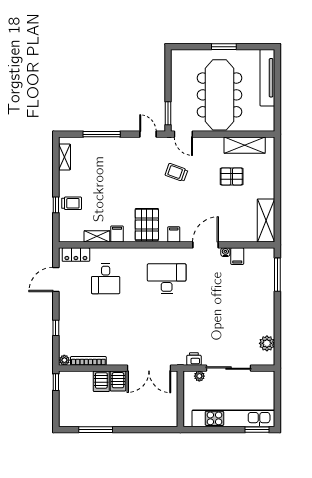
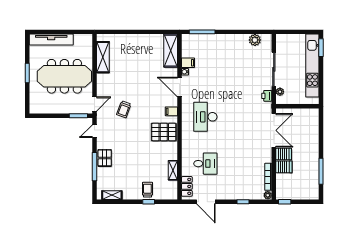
pallet: (232, 176) -> (105, 158), moved
shelving: (266, 221) -> (171, 51), moved, turned 90
filing cabinet: (117, 234) -> (171, 155), removed

